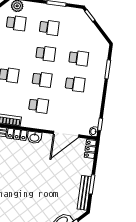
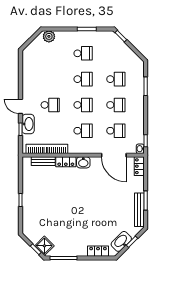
school desk: (16, 23) -> (116, 131), moved
door: (66, 134) -> (114, 155), hinge flipped

